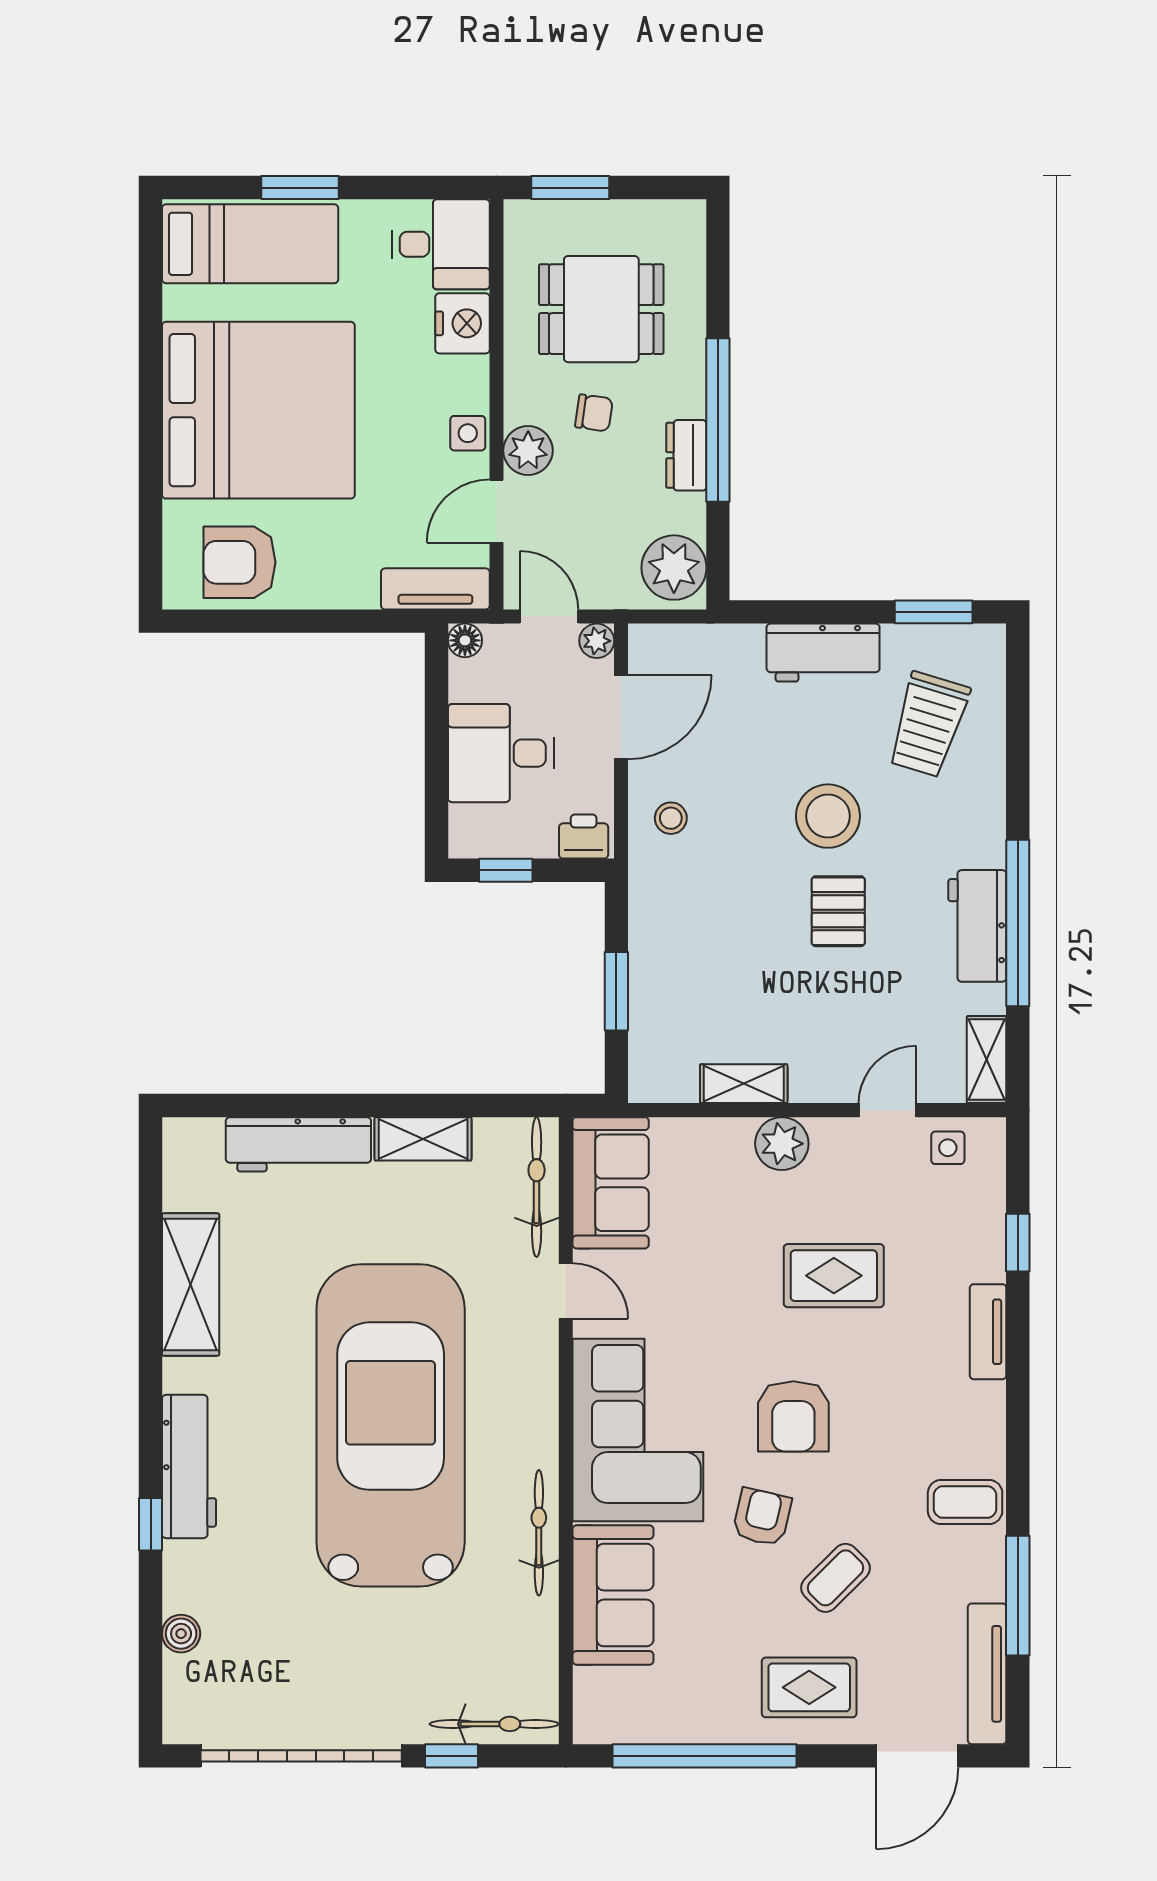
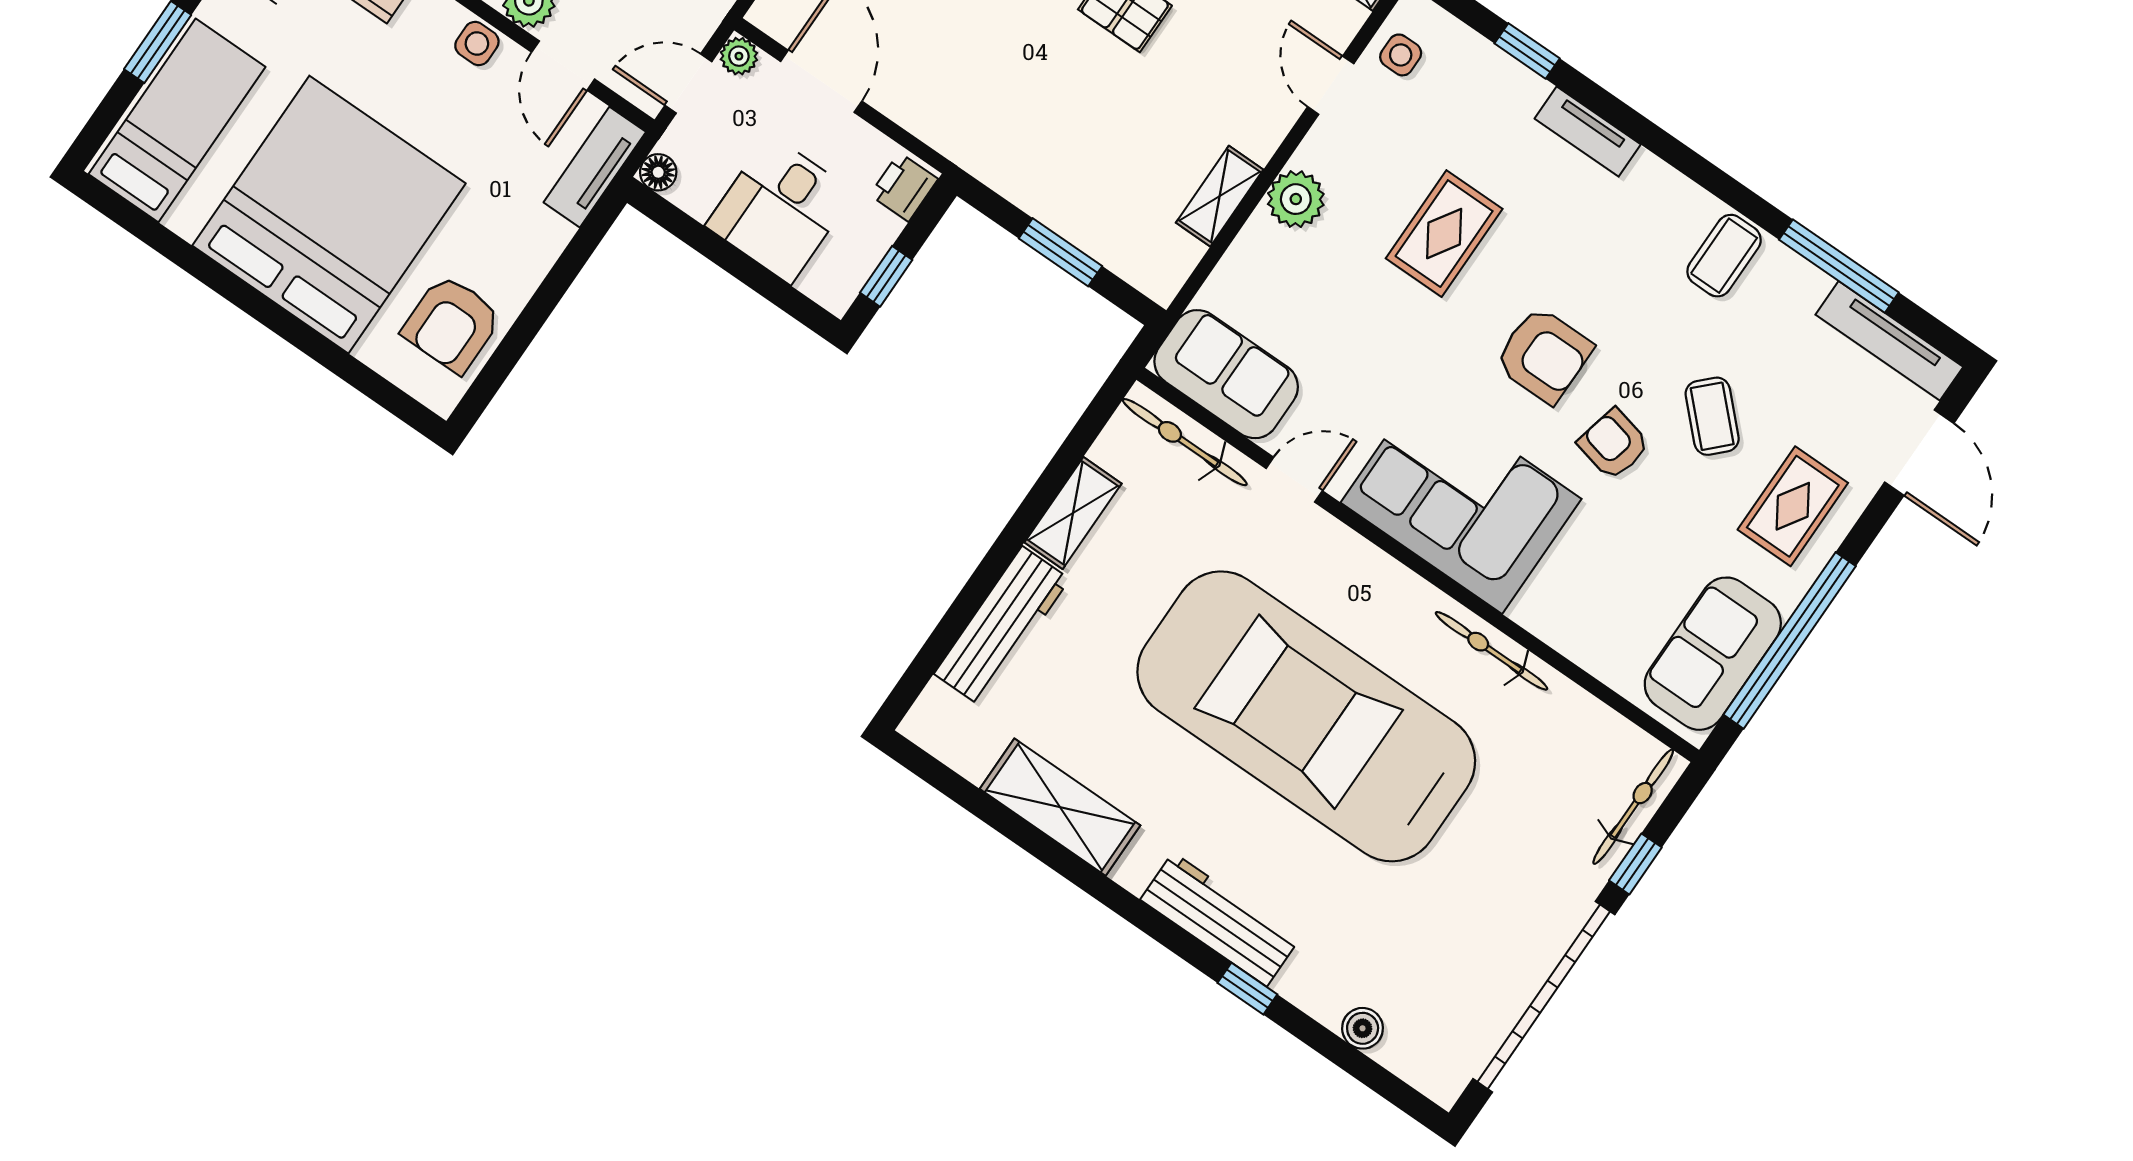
stool: (671, 818) -> (941, 99), removed
sofa: (613, 1595) -> (1713, 654), moved, turned -90

